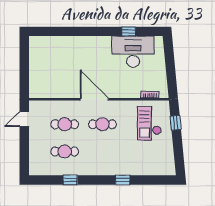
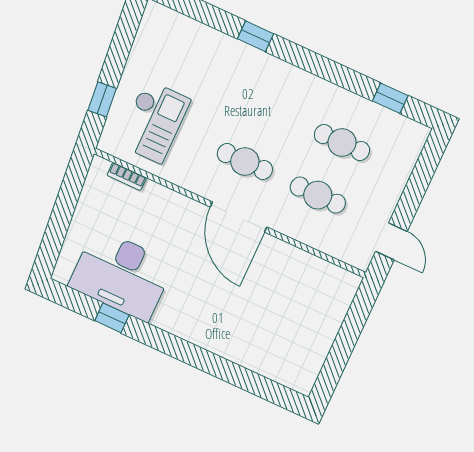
door: (24, 119) -> (391, 241), hinge flipped
window: (70, 180) -> (390, 98), moved

